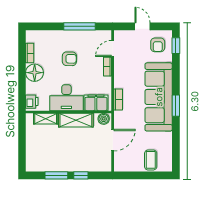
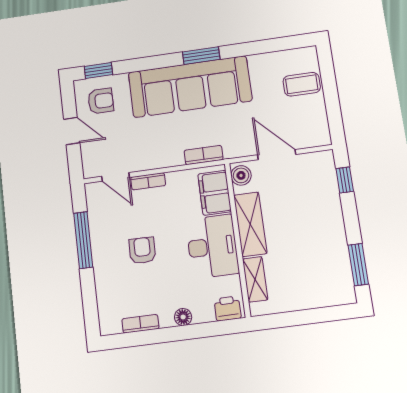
door: (143, 26) -> (72, 131), swing flipped
floor lamp: (35, 73) -> (183, 317), width x0.53, depth x0.53
window: (56, 175) -> (358, 265), moved
window: (81, 175) -> (345, 180), moved

